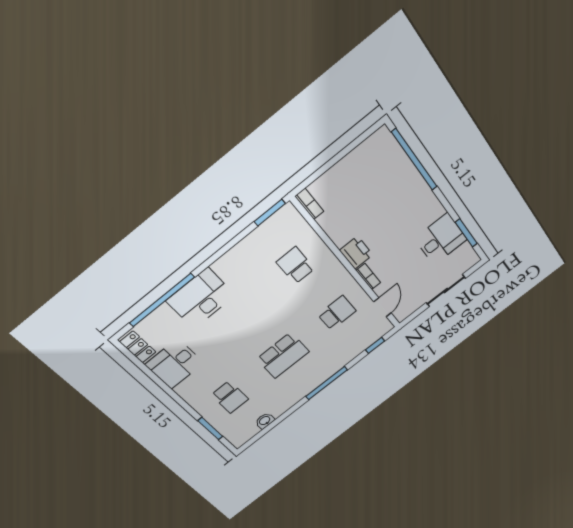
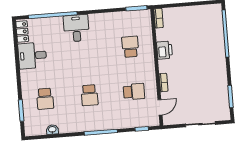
desk: (441, 239) -> (215, 90), removed
printer: (356, 253) -> (165, 50), moved
desk: (201, 298) -> (76, 28), width x0.73
school desk: (283, 355) -> (89, 95), width x0.54

